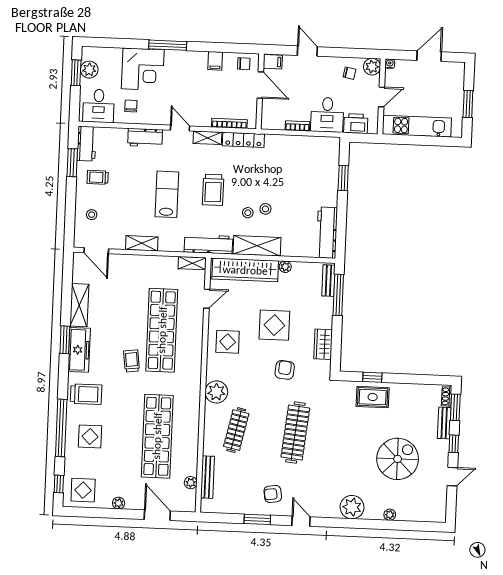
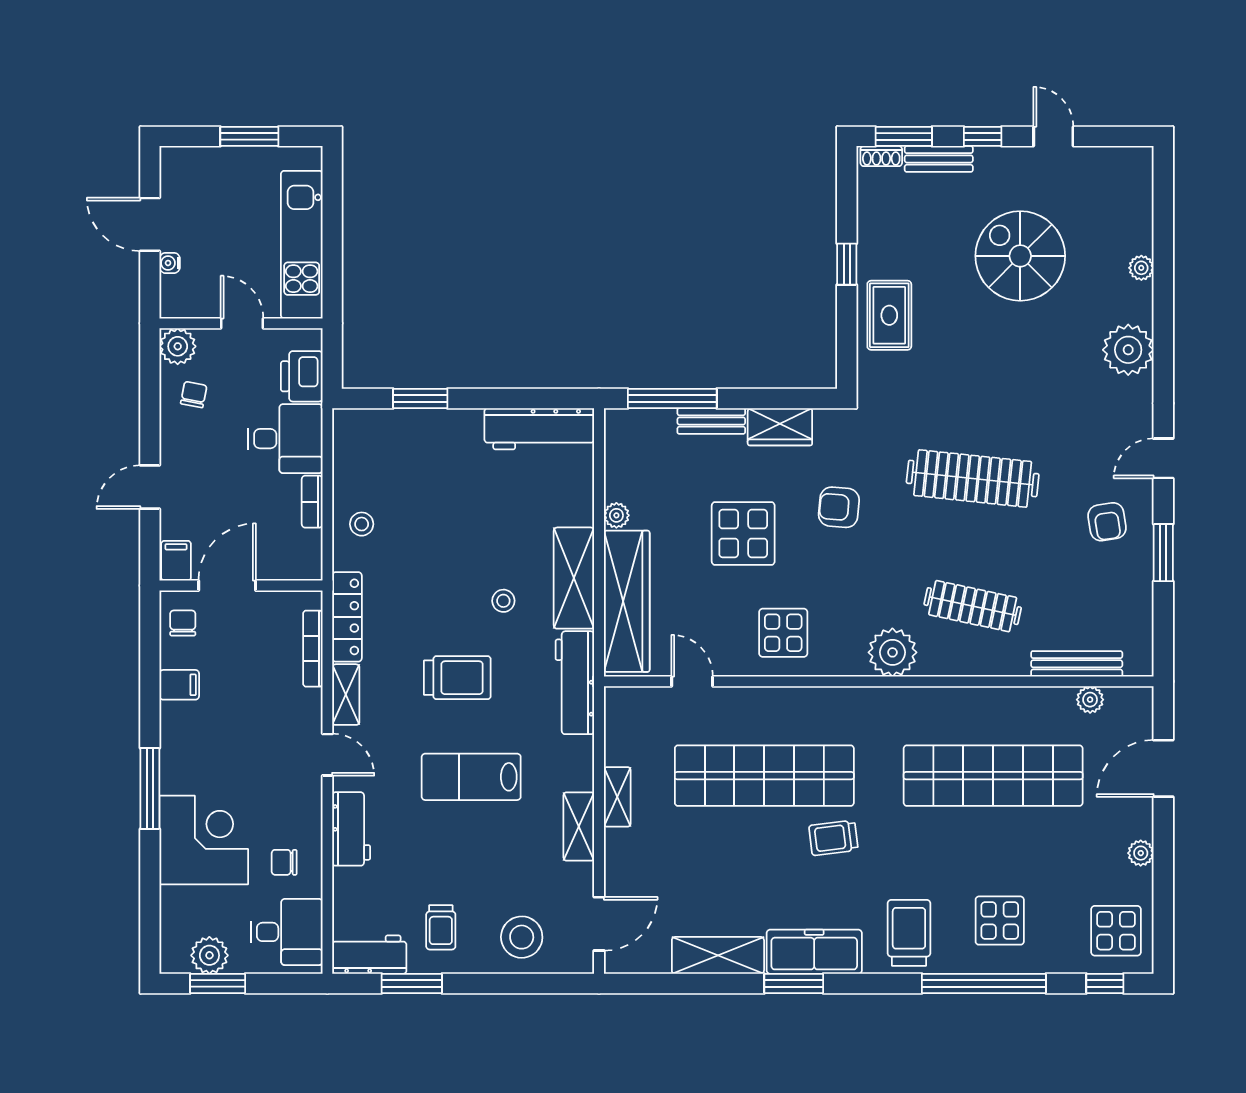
water cooler: (390, 64) -> (170, 263), moved
door: (180, 128) -> (327, 755), swing flipped
stool: (265, 209) -> (362, 524), moved
stool: (92, 215) -> (522, 937), width x1.89, depth x1.89
shelving: (192, 263) -> (617, 797), moved
bench: (328, 281) -> (711, 421), moved
window: (372, 377) -> (847, 264), moved

